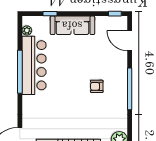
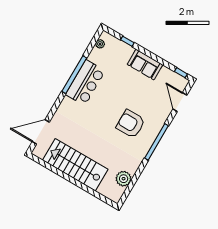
sofa: (72, 25) -> (145, 65), width x0.73
bar counter: (34, 65) -> (85, 83), width x0.73
armchair: (97, 86) -> (131, 124), width x1.88, depth x1.88

